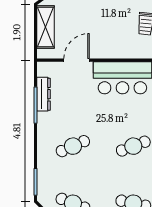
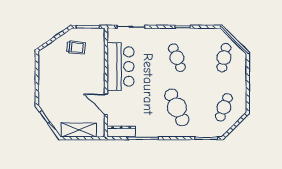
dresser: (44, 94) -> (121, 132), moved
cafe table: (73, 146) -> (177, 107), width x1.37, depth x1.35

